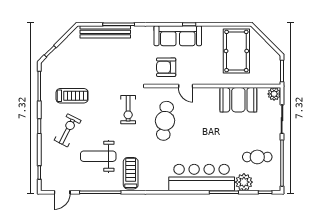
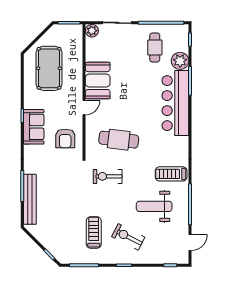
sofa: (178, 36) -> (34, 127), width x0.73
pool table: (236, 51) -> (49, 68), turned 90
door: (186, 86) -> (84, 108), moved
booth: (238, 100) -> (98, 81), moved
exercise bike: (128, 110) -> (108, 176), turned 180
weight bench: (98, 156) -> (154, 206), turned 90
door: (62, 192) -> (190, 242), hinge flipped

